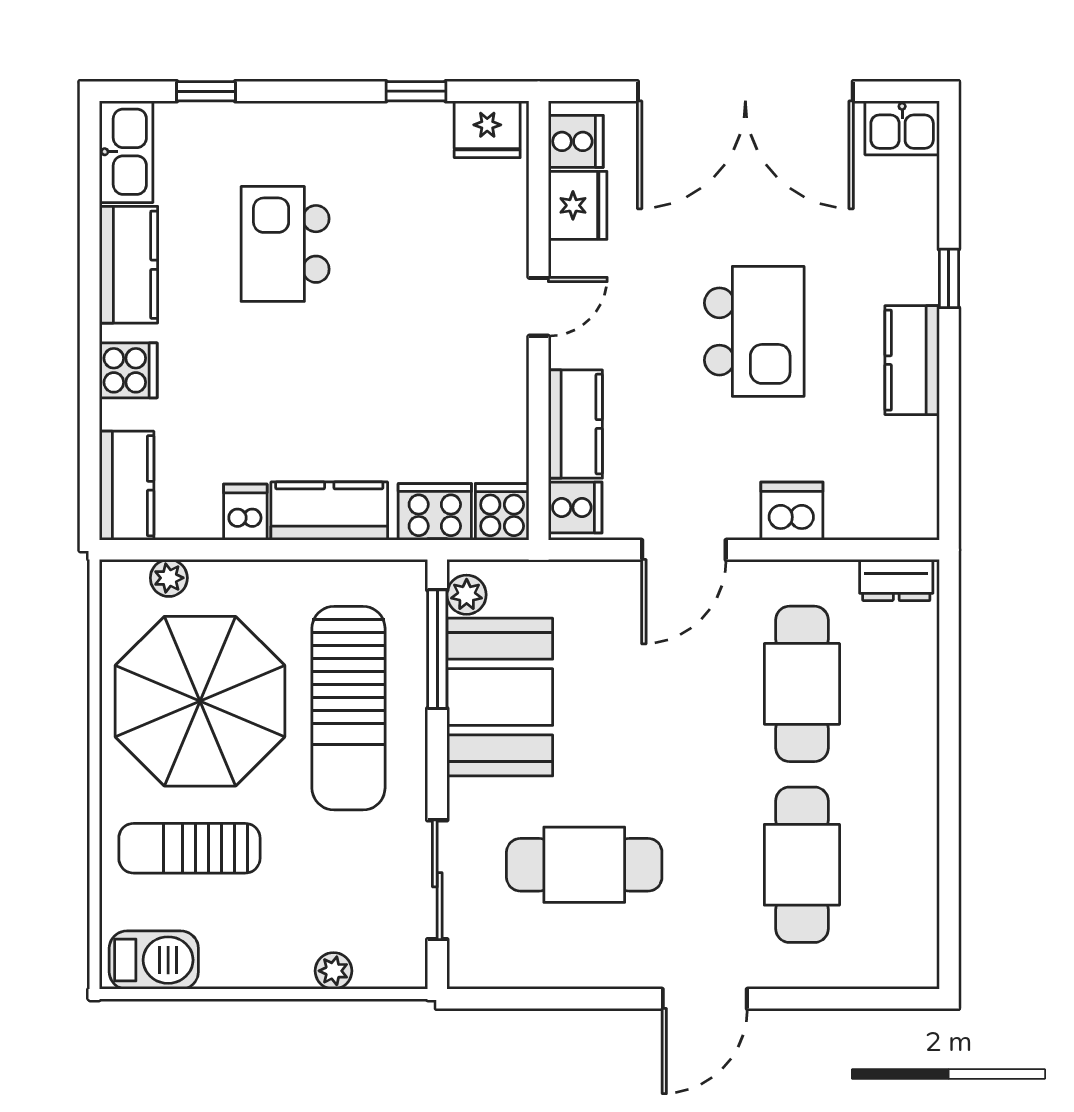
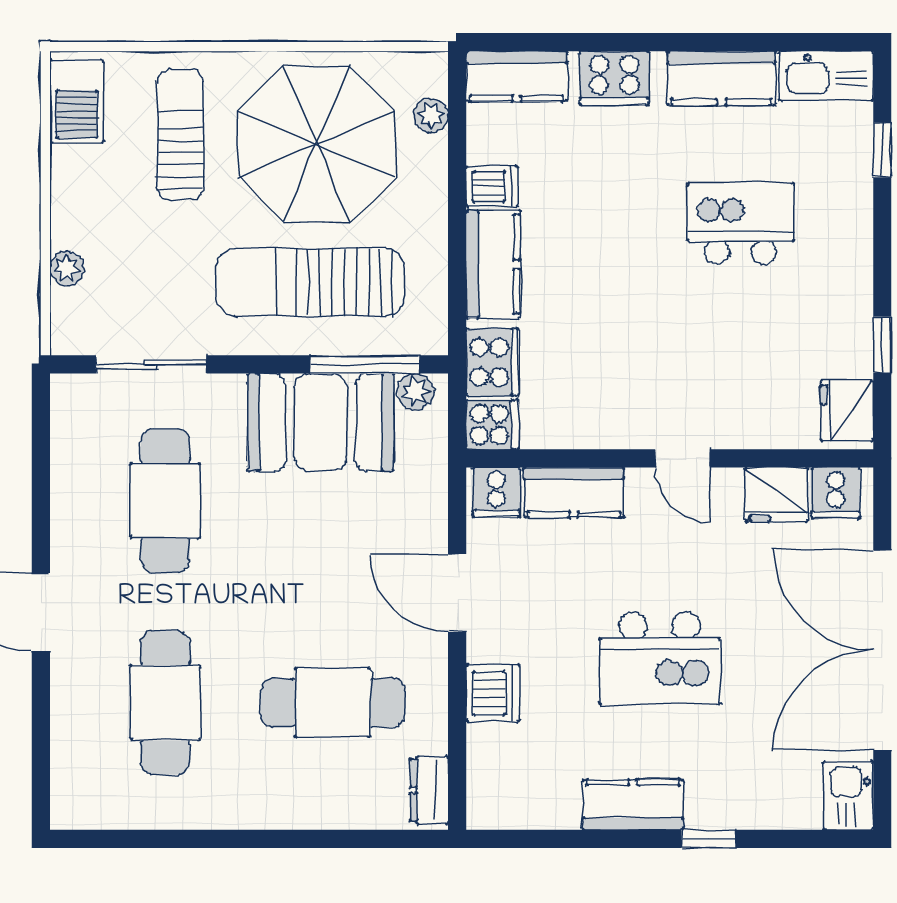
cooker: (128, 370) -> (614, 78), width x1.36
cafe table: (802, 865) -> (165, 703), turned 90

